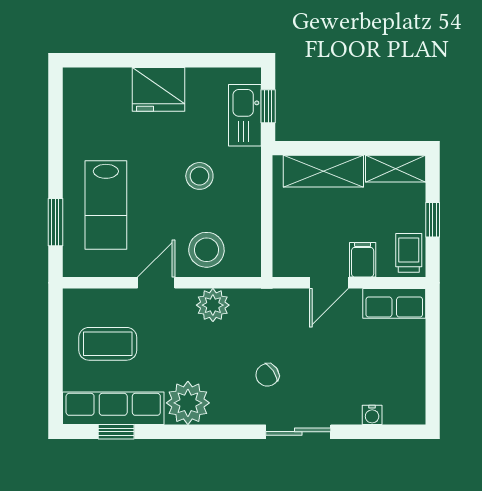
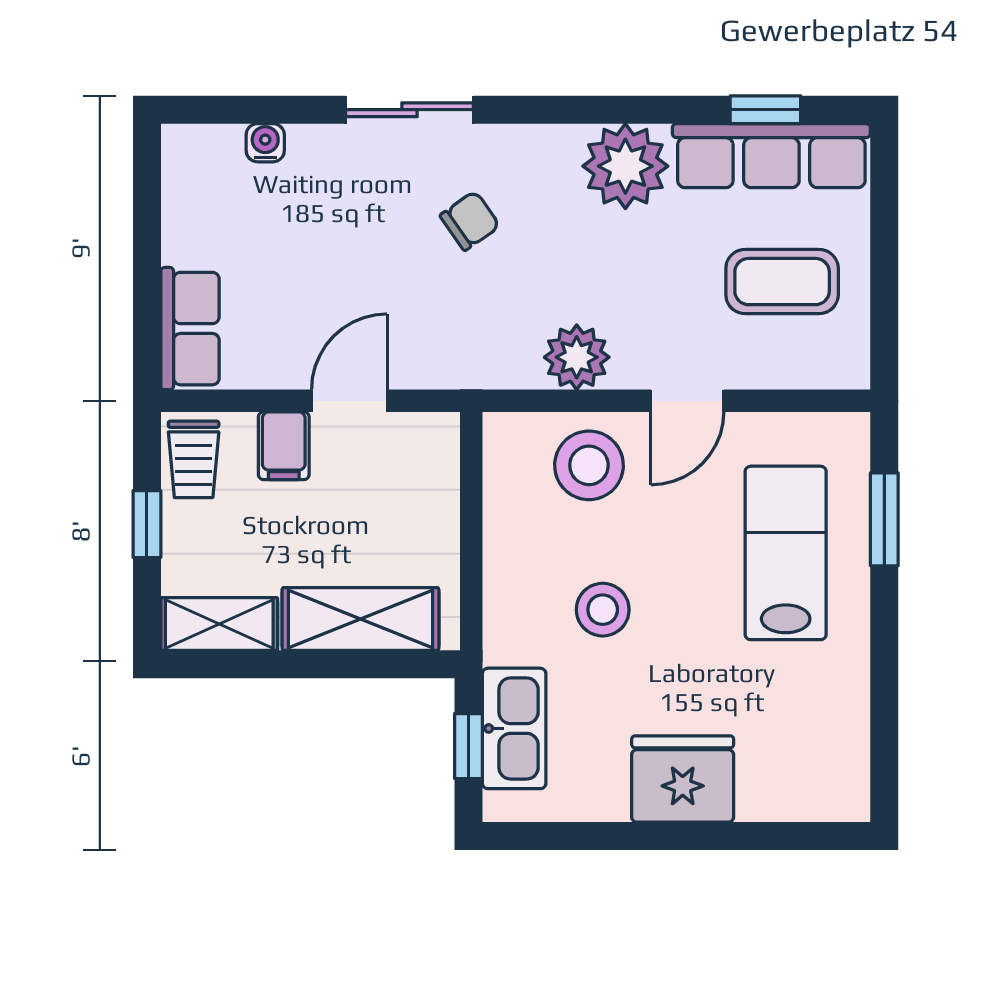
row of seats: (394, 303) -> (190, 329), moved, turned 90

